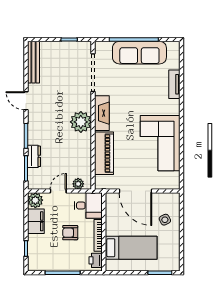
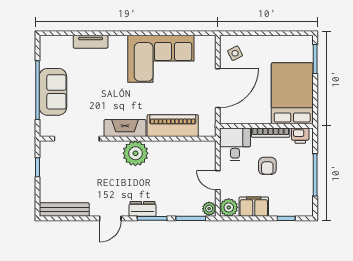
sofa: (139, 53) -> (53, 92), width x0.73
dresser: (34, 156) -> (143, 209), moved
plant: (78, 184) -> (209, 209), moved
side table: (165, 220) -> (235, 53), moved
bed: (131, 248) -> (292, 93), width x1.50

